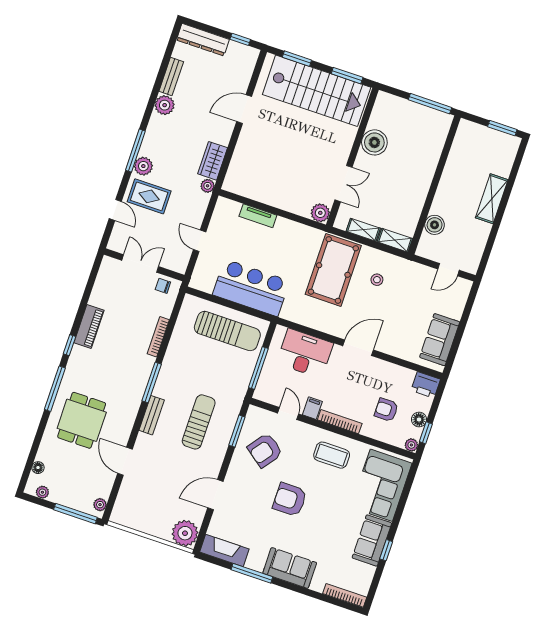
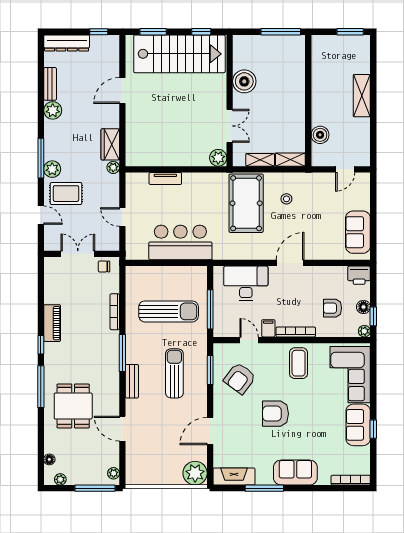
window: (347, 76) -> (201, 32), width x0.67
sun lounger: (227, 331) -> (169, 311), moved
coffee table: (332, 455) -> (299, 363), turned 90

